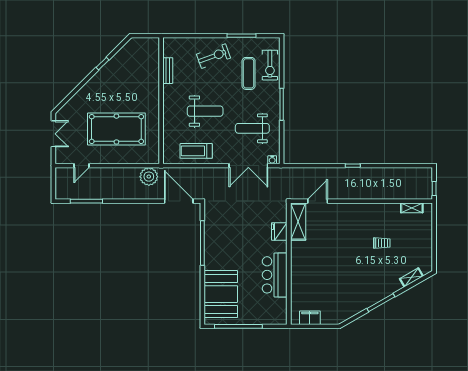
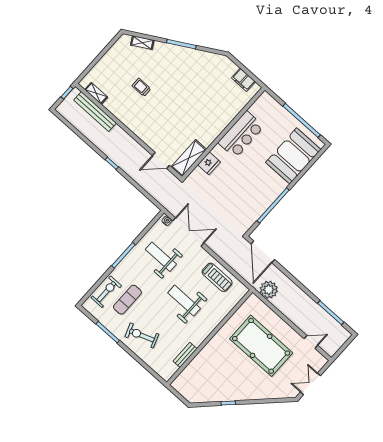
weight bench: (252, 128) -> (161, 257), turned 180
bench: (400, 193) -> (95, 112), added

